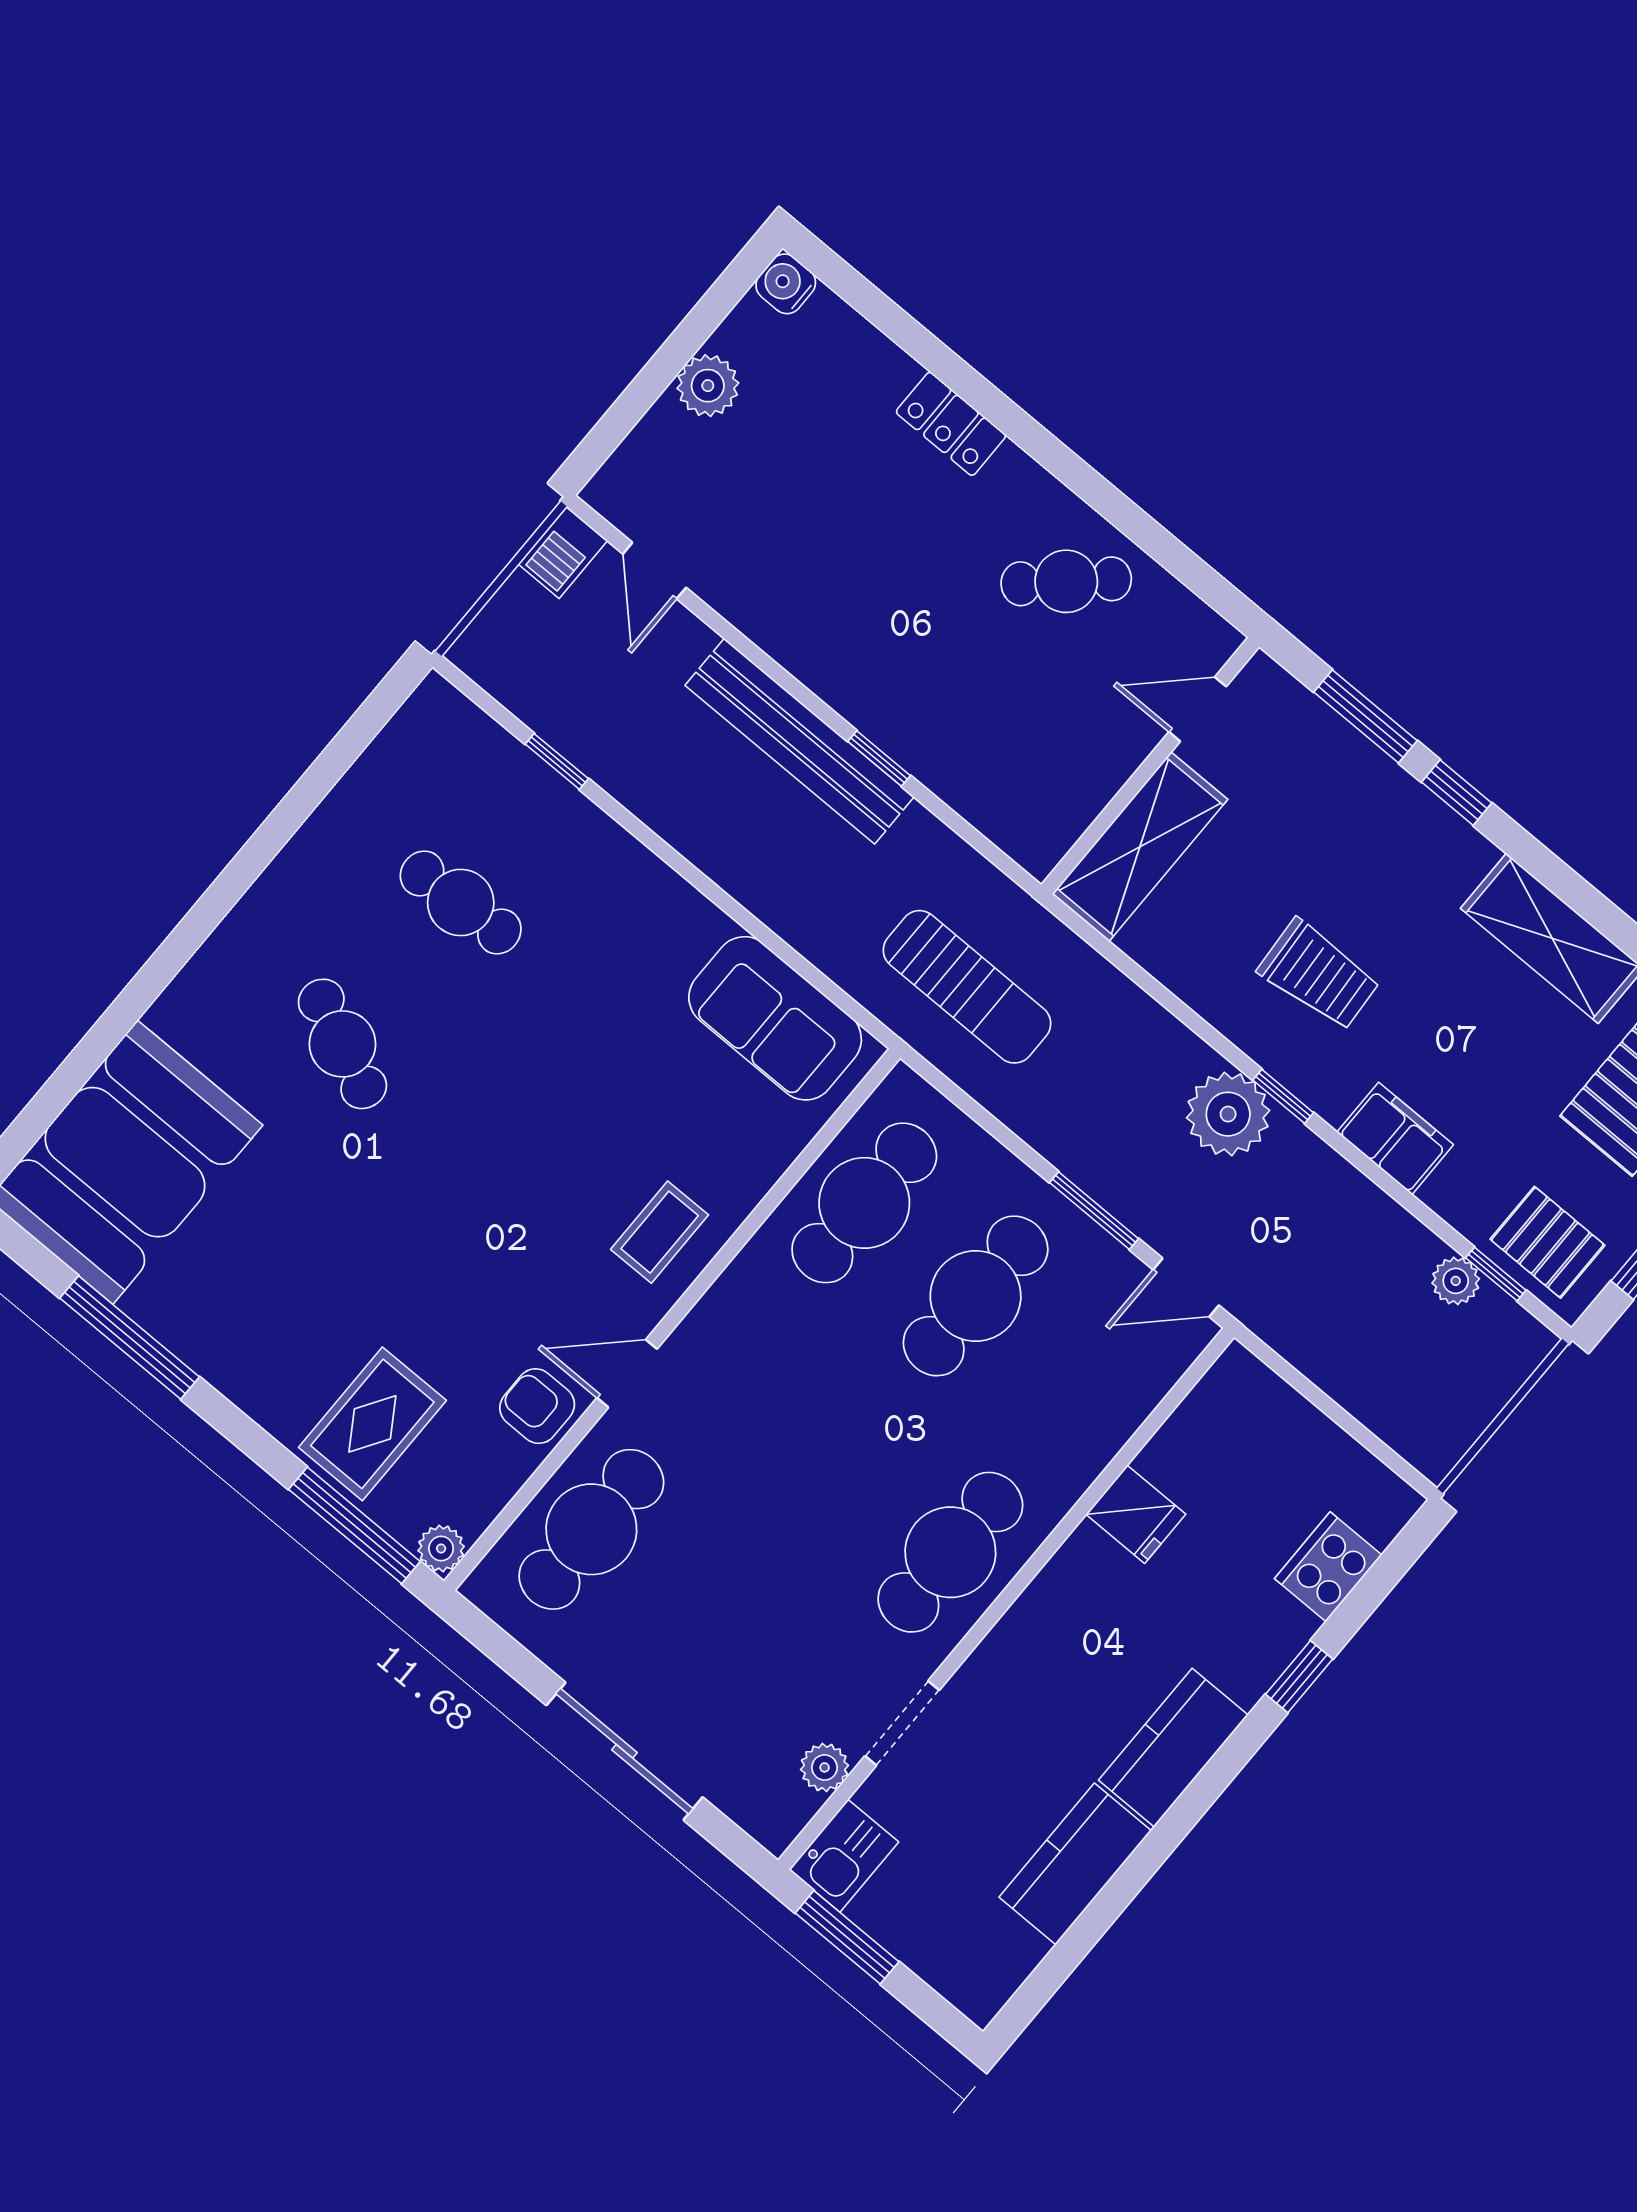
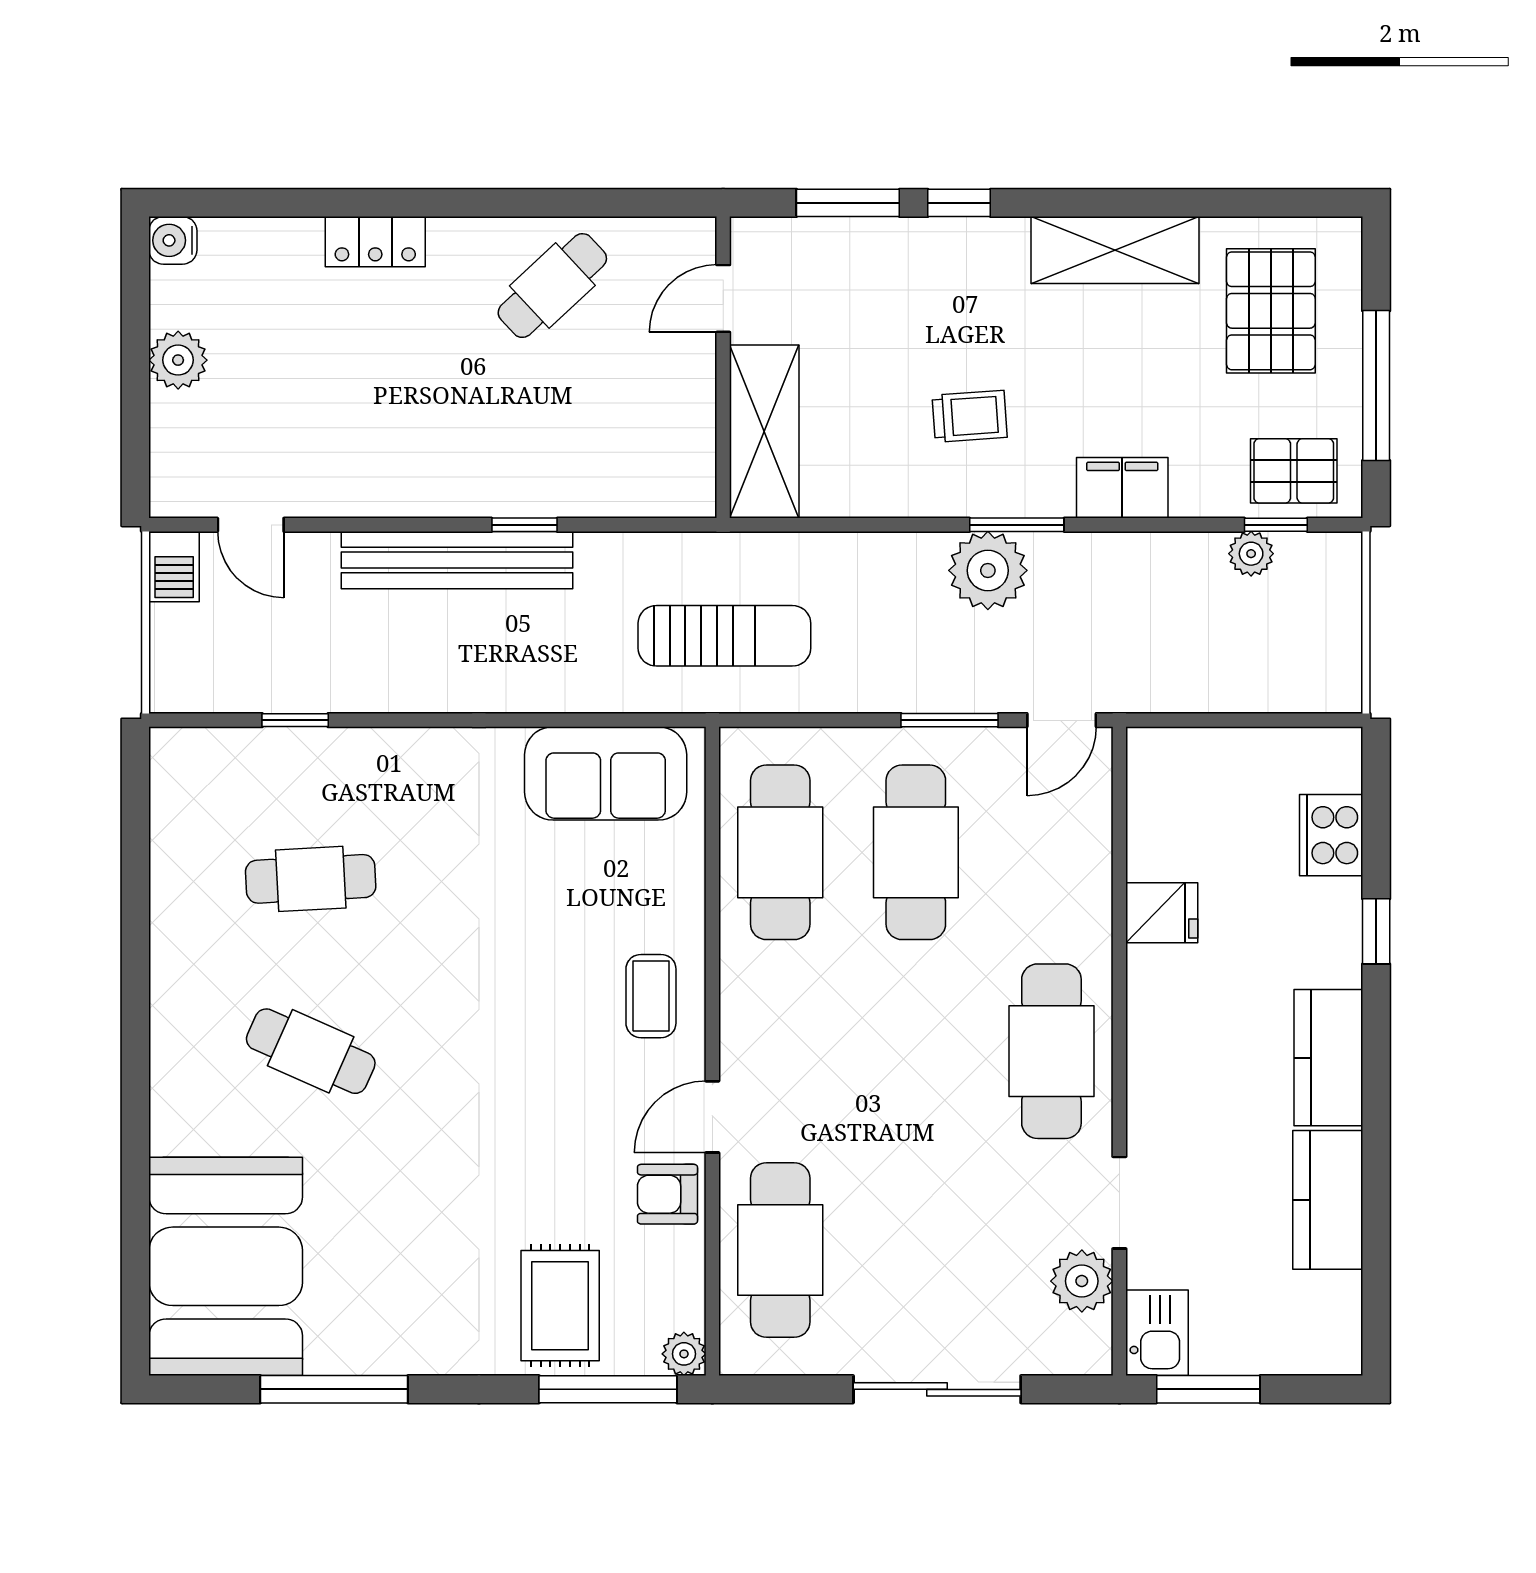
trolley: (1319, 975) -> (970, 416), width x0.73, depth x0.72
window: (1283, 1096) -> (1017, 525), width x1.50
plant: (825, 1767) -> (1082, 1281), width x1.38, depth x1.38

